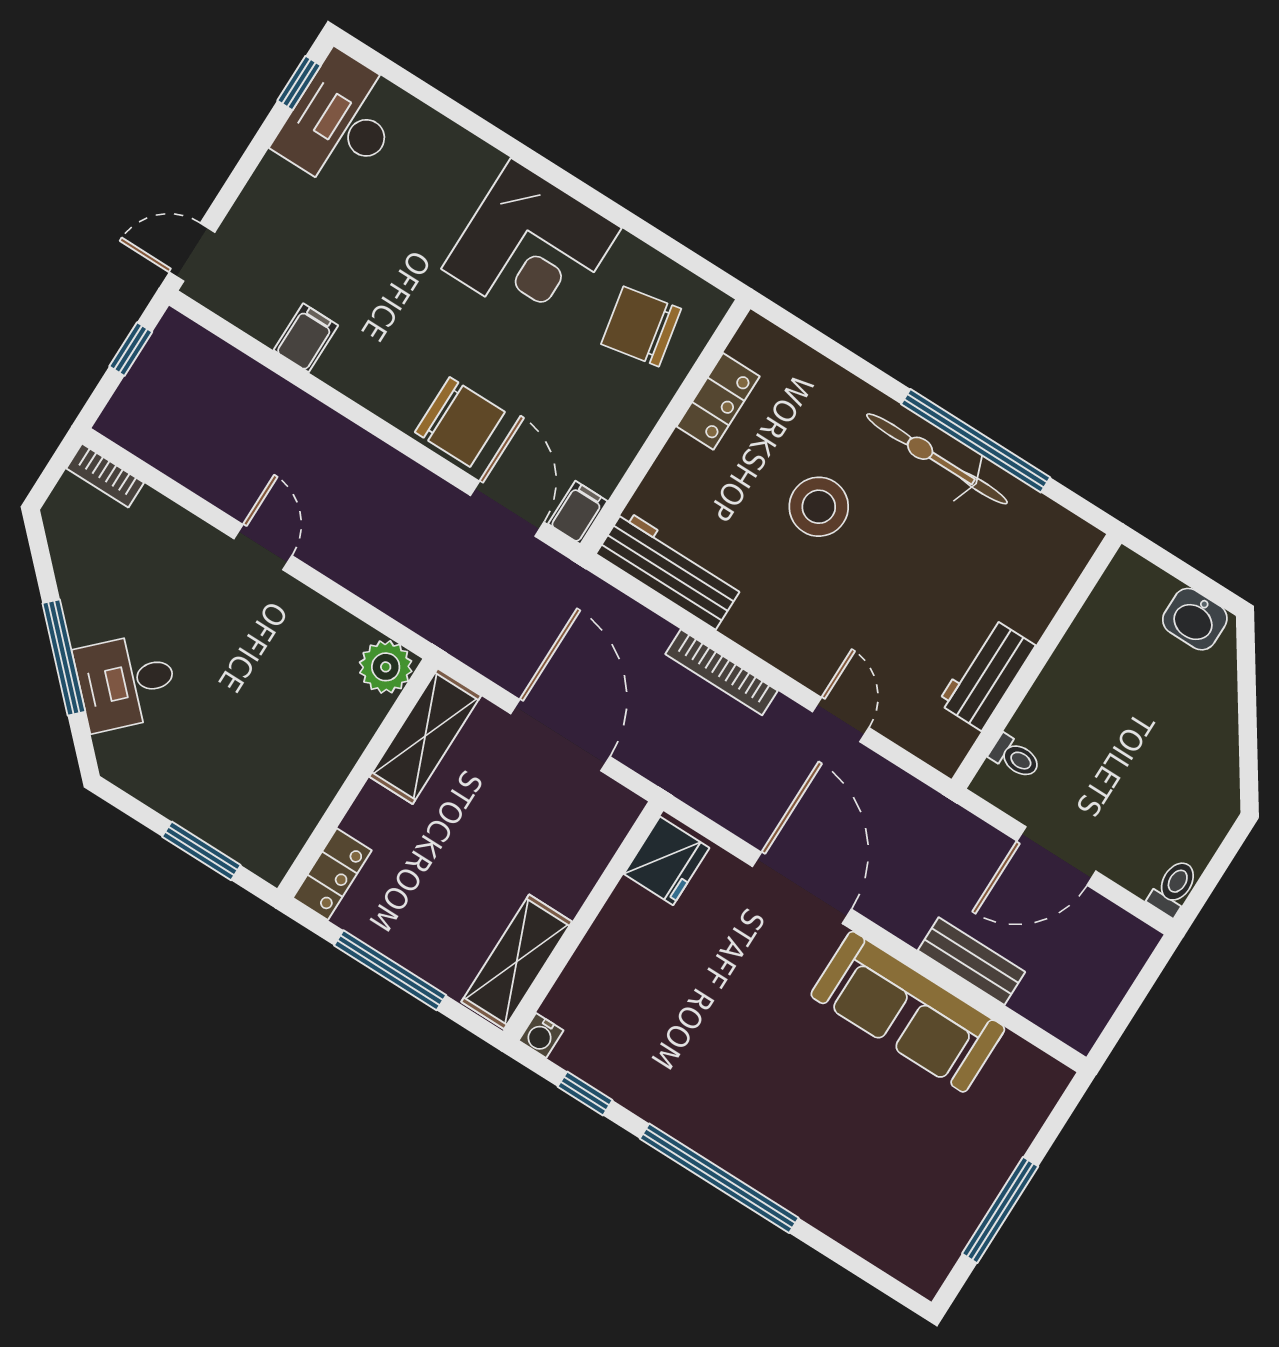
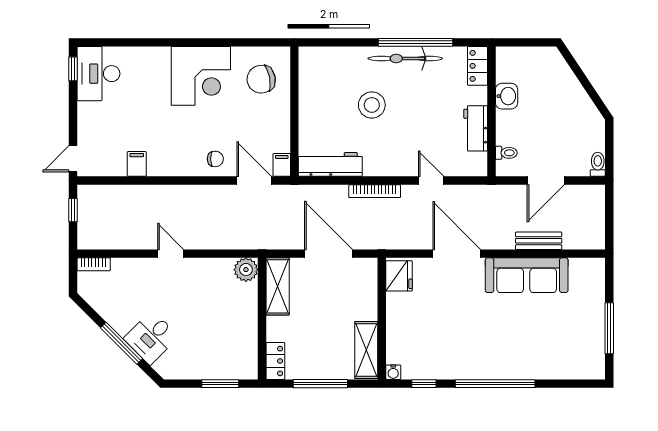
locker: (718, 401) -> (478, 66), moved, turned 180
chair: (460, 422) -> (215, 159), width x0.54, depth x0.54
washbasin: (1195, 619) -> (507, 96), moved, turned -90

